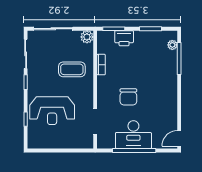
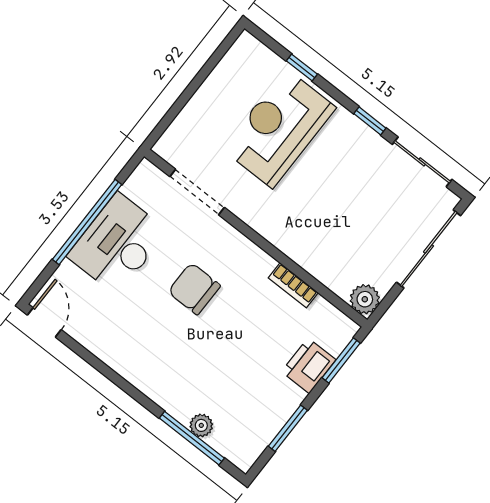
plant: (172, 45) -> (201, 425), moved
coffee table: (72, 69) -> (327, 225), removed

